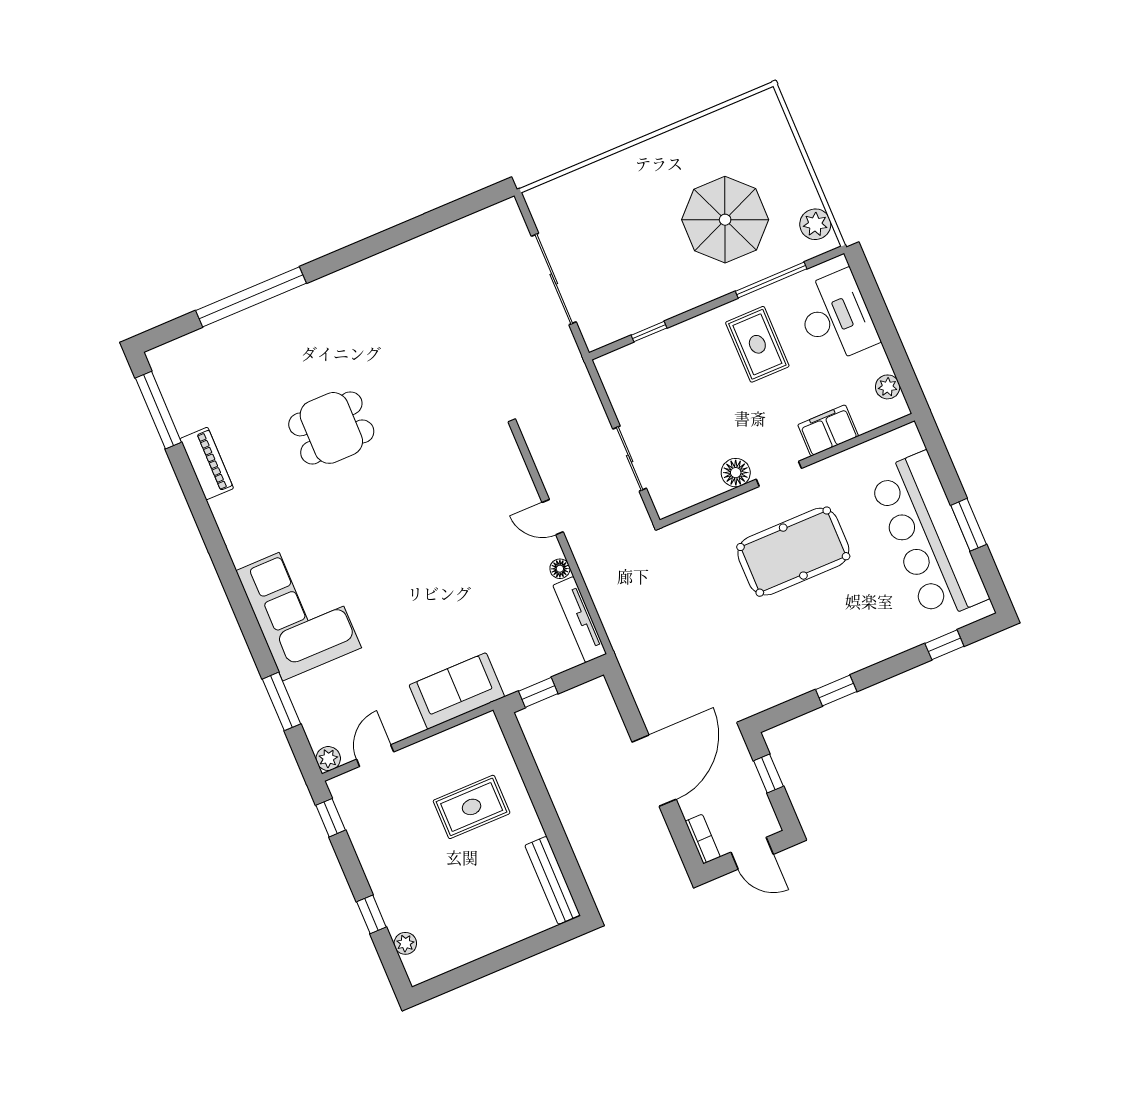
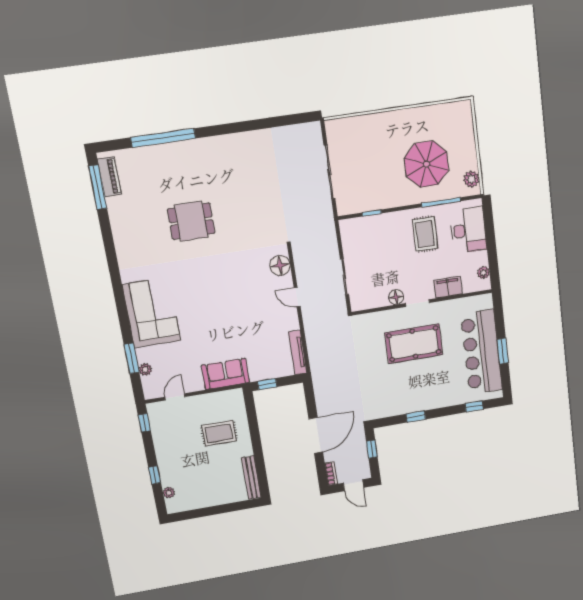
piano: (207, 463) -> (109, 177), moved
floor lamp: (560, 569) -> (280, 265), moved, width x1.89, depth x1.89
plant: (328, 759) -> (145, 369), moved

